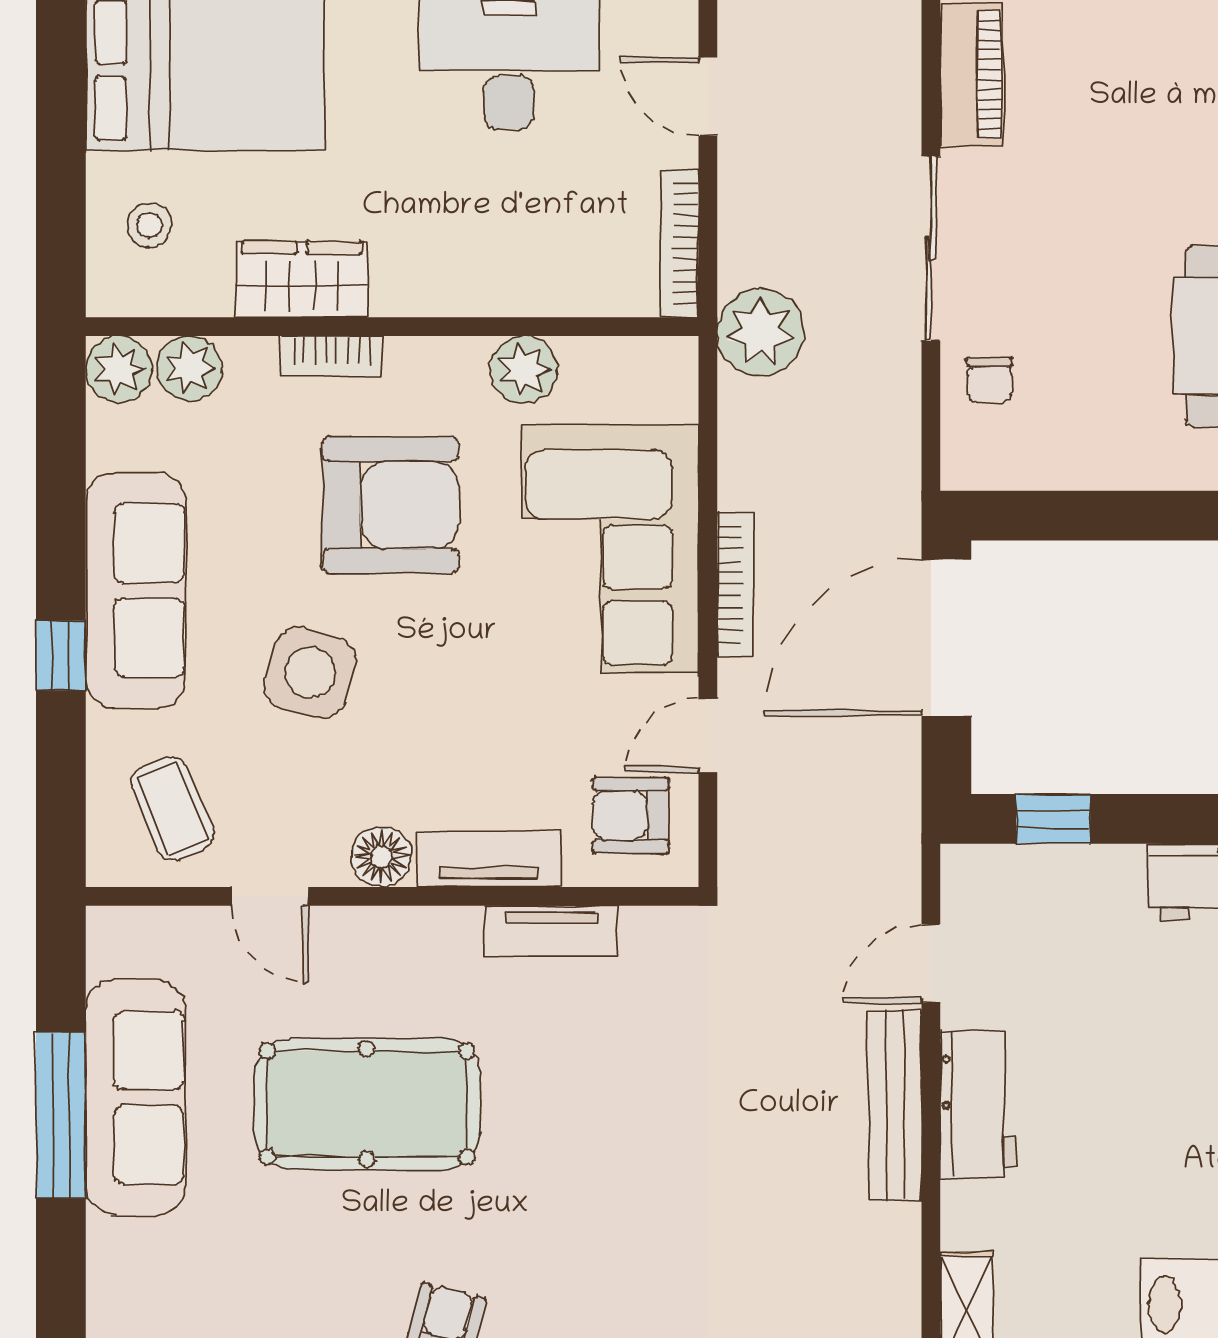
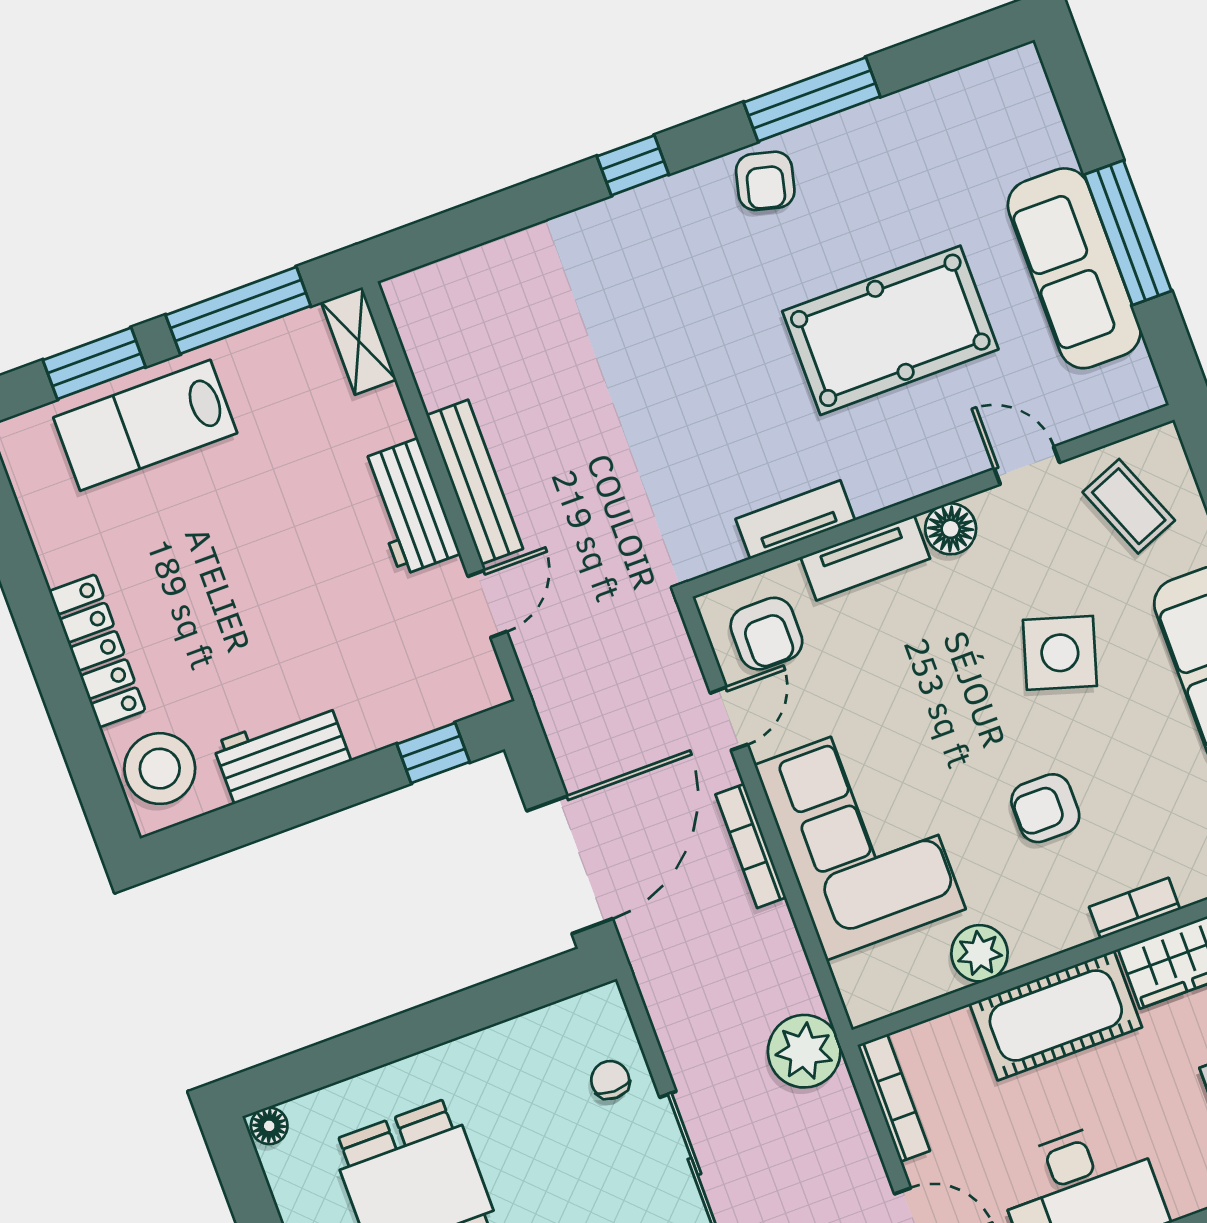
cot: (464, 269) -> (1056, 1016), added
armchair: (390, 505) -> (1045, 808), width x0.53, depth x0.53
armchair: (631, 815) -> (766, 634), turned 90

